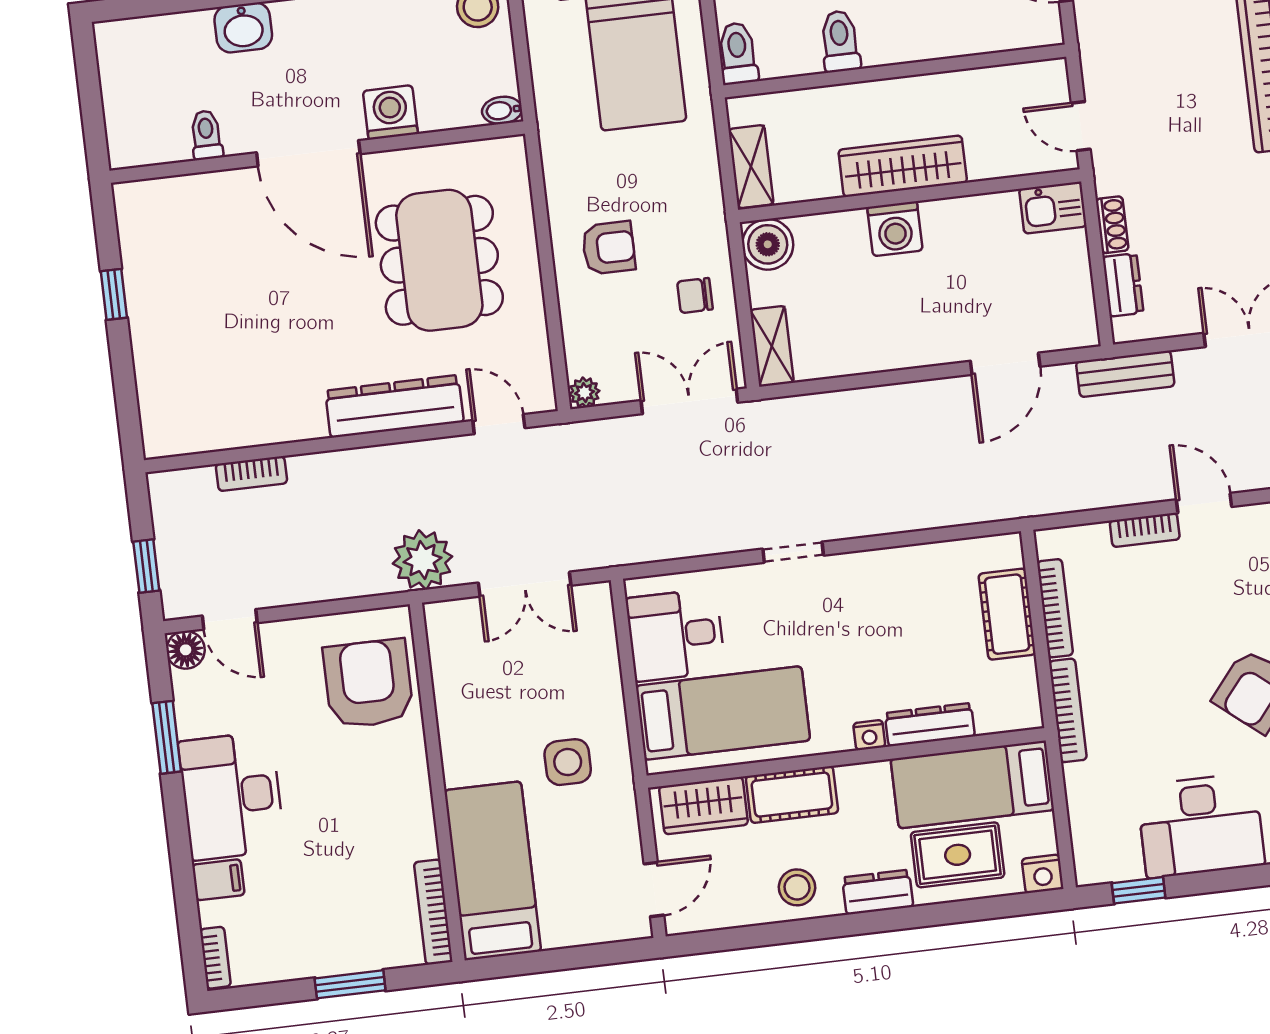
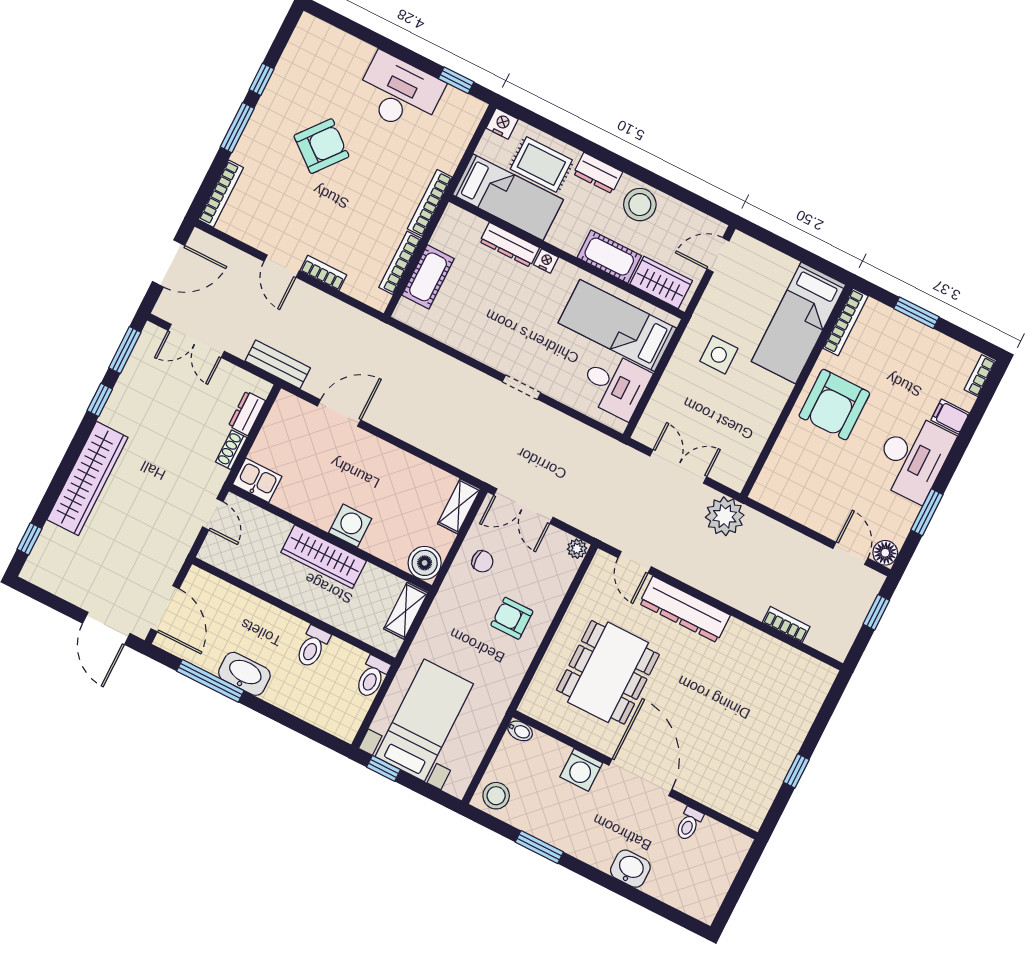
armchair: (368, 684) -> (834, 405), moved
stool: (797, 887) -> (640, 205), width x1.38, depth x1.38

